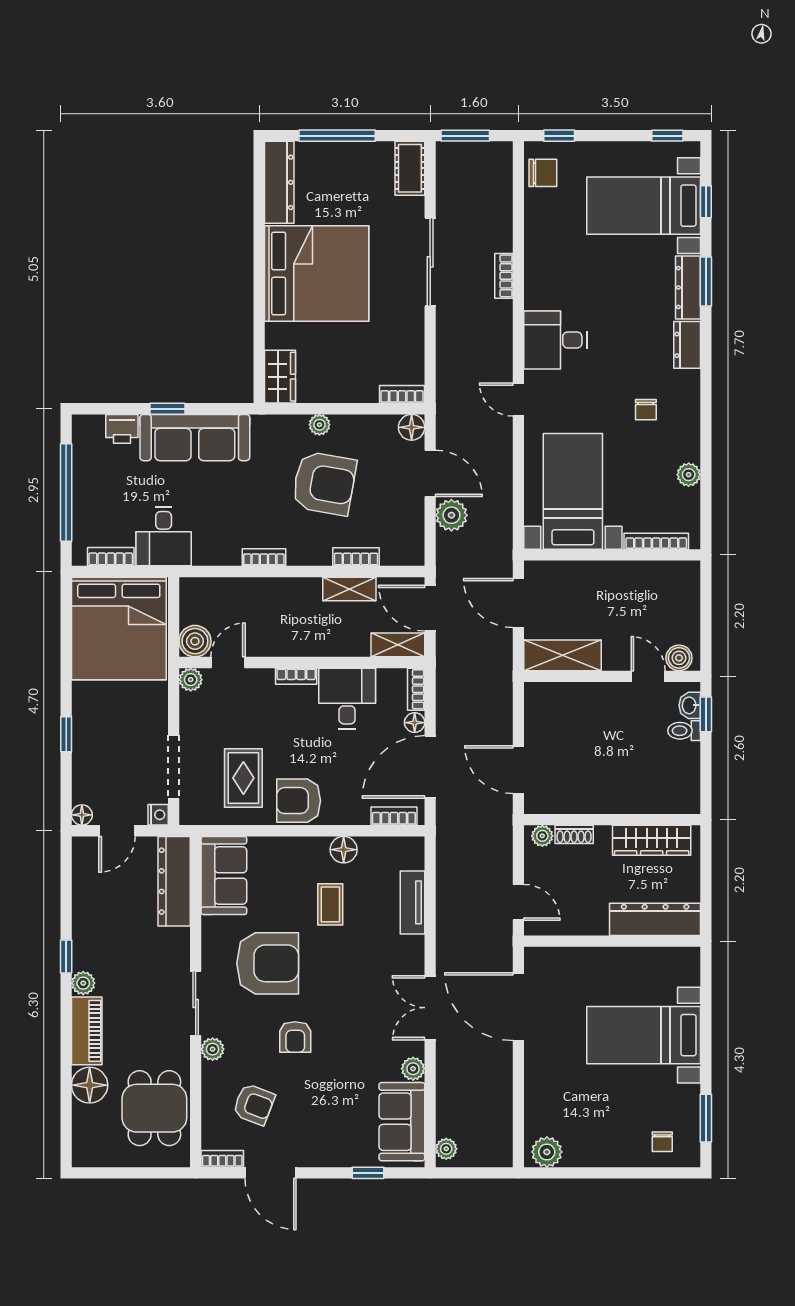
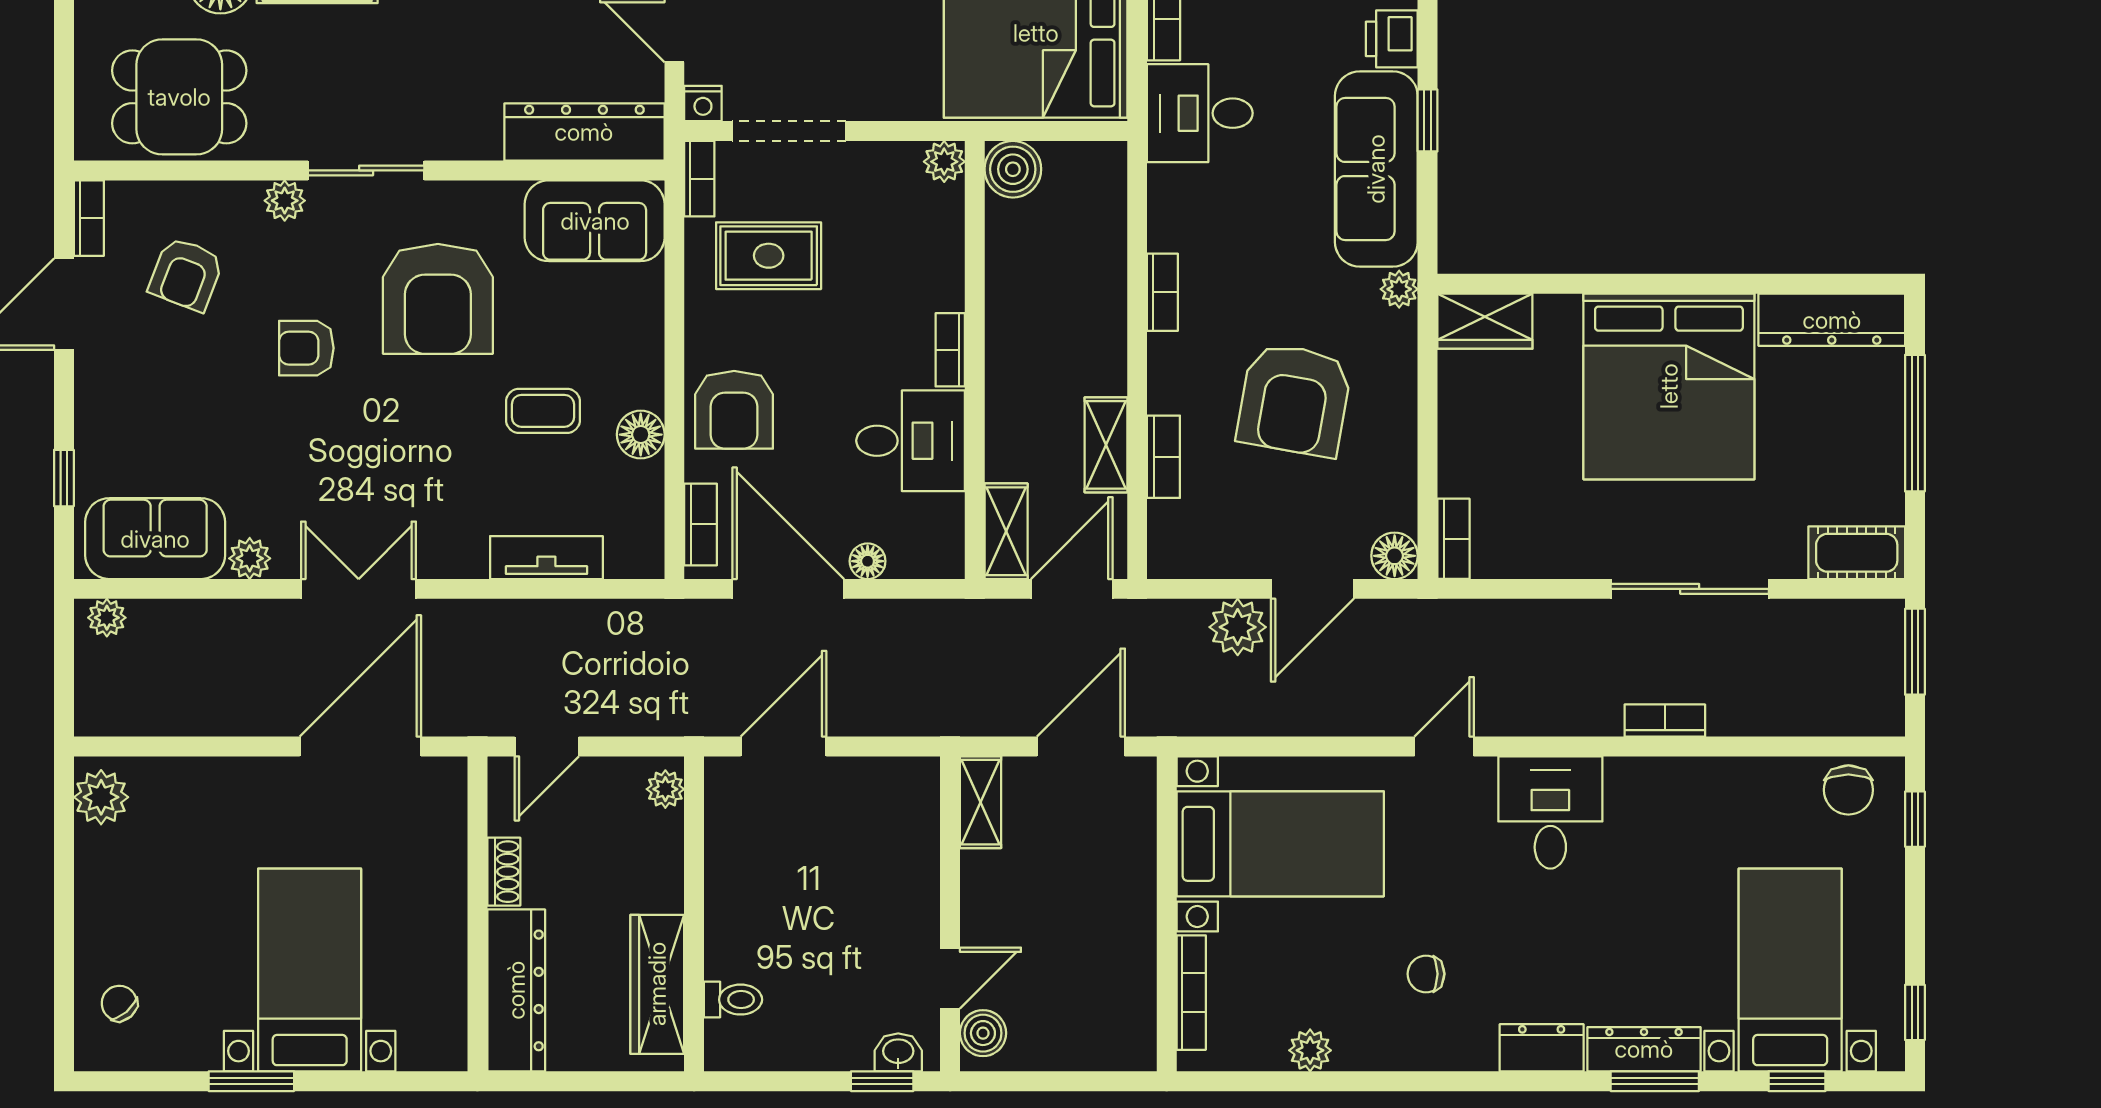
plant: (319, 425) -> (1399, 289), moved
shelving: (562, 655) -> (981, 802), width x0.67, depth x0.75
door: (228, 663) -> (975, 228), removed
bookcase: (416, 689) -> (699, 179), moved, turned 90
toilet: (684, 731) -> (733, 1000), moved, turned 90
armchair: (299, 801) -> (734, 410), moved, turned 180
shoe rack: (574, 834) -> (504, 872), moved, turned 180
window: (706, 1118) -> (251, 1081), moved
chair: (662, 1142) -> (119, 1003), turned 49

